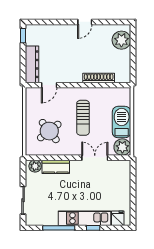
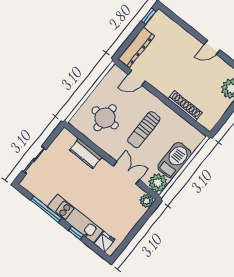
round table: (49, 131) -> (105, 118), turned 38
plant: (35, 166) -> (147, 201), moved

